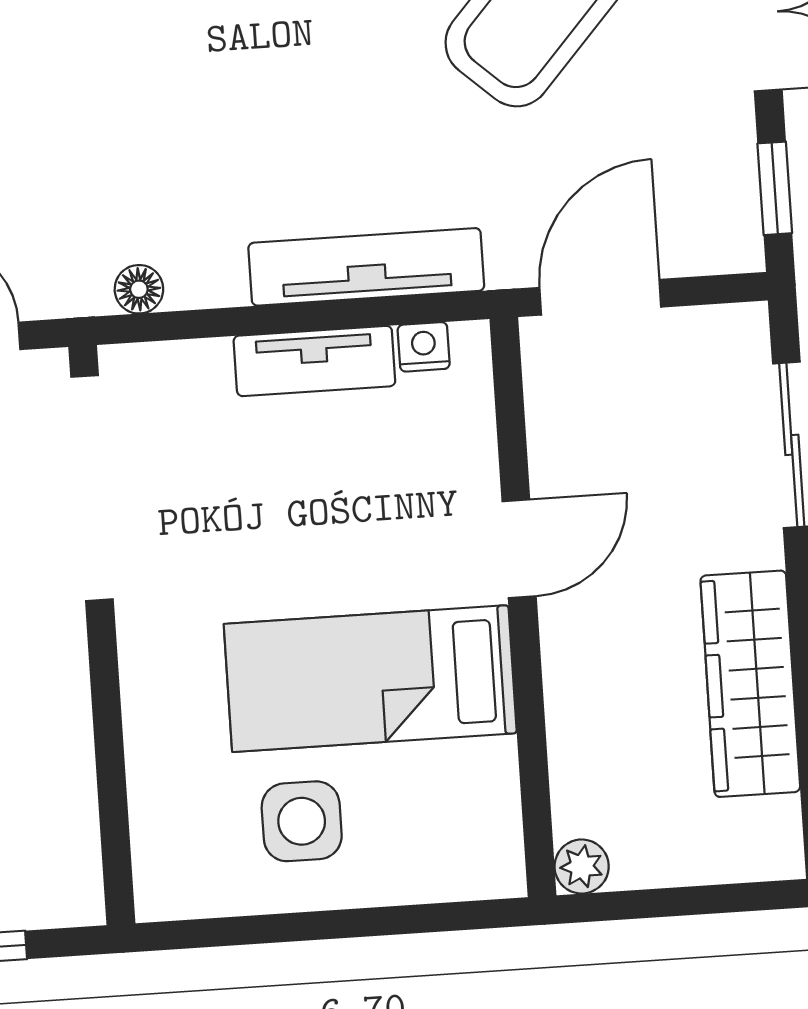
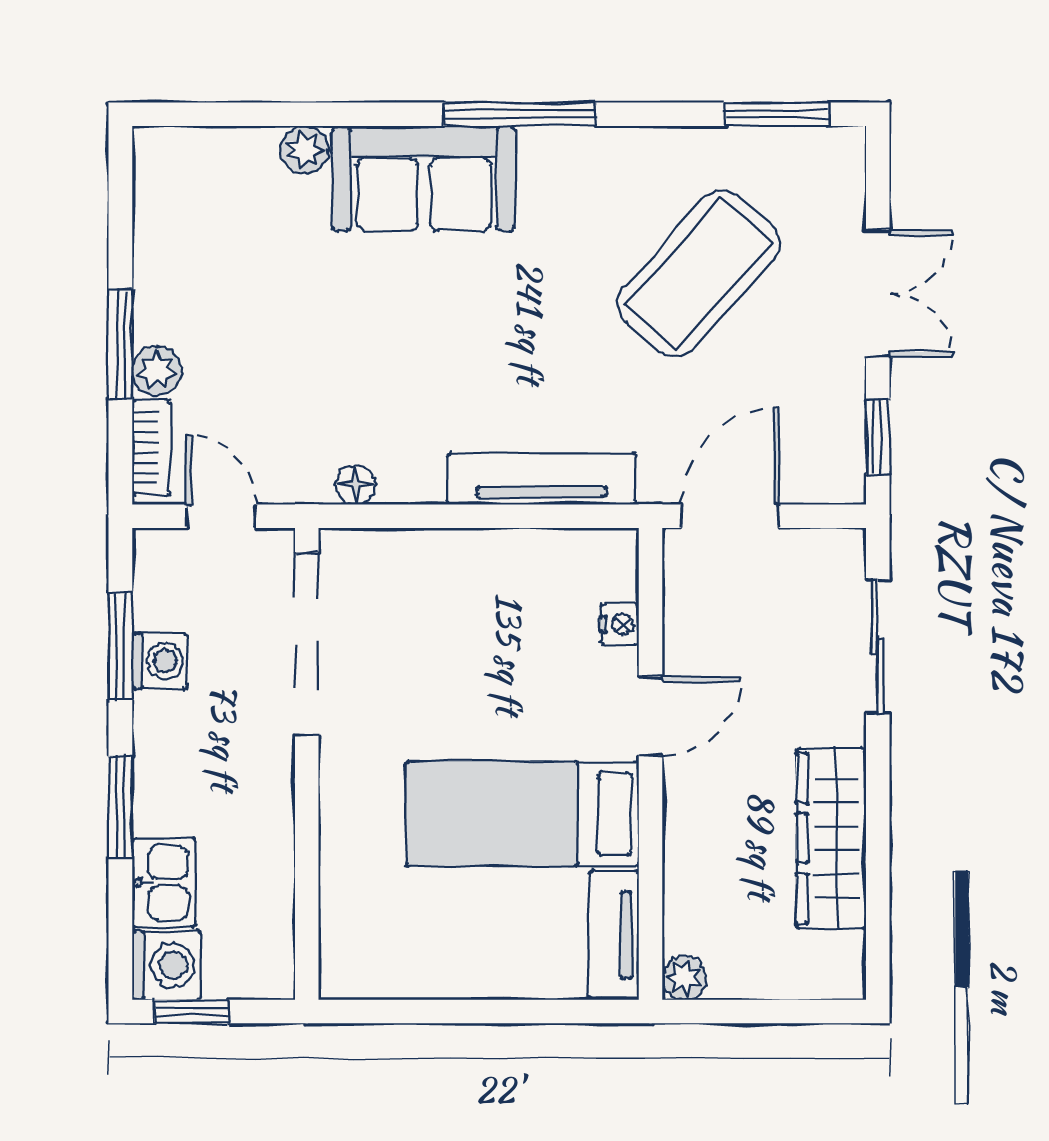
nightstand: (424, 347) -> (620, 624), moved, turned 90
tv unit: (314, 361) -> (614, 935), moved, turned 90
side table: (302, 821) -> (459, 926), removed

